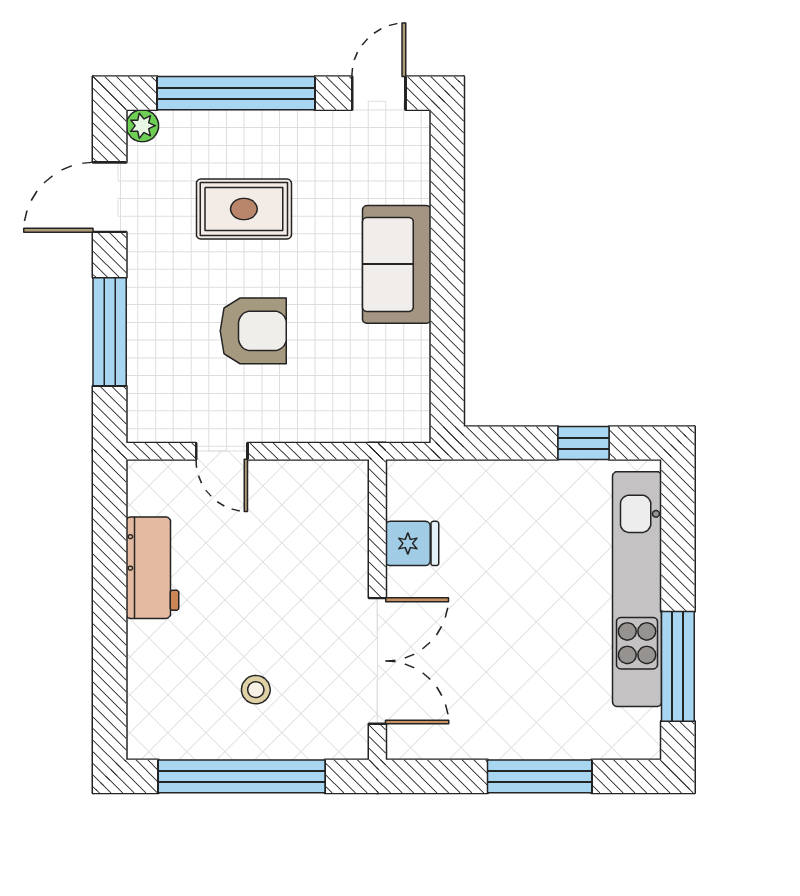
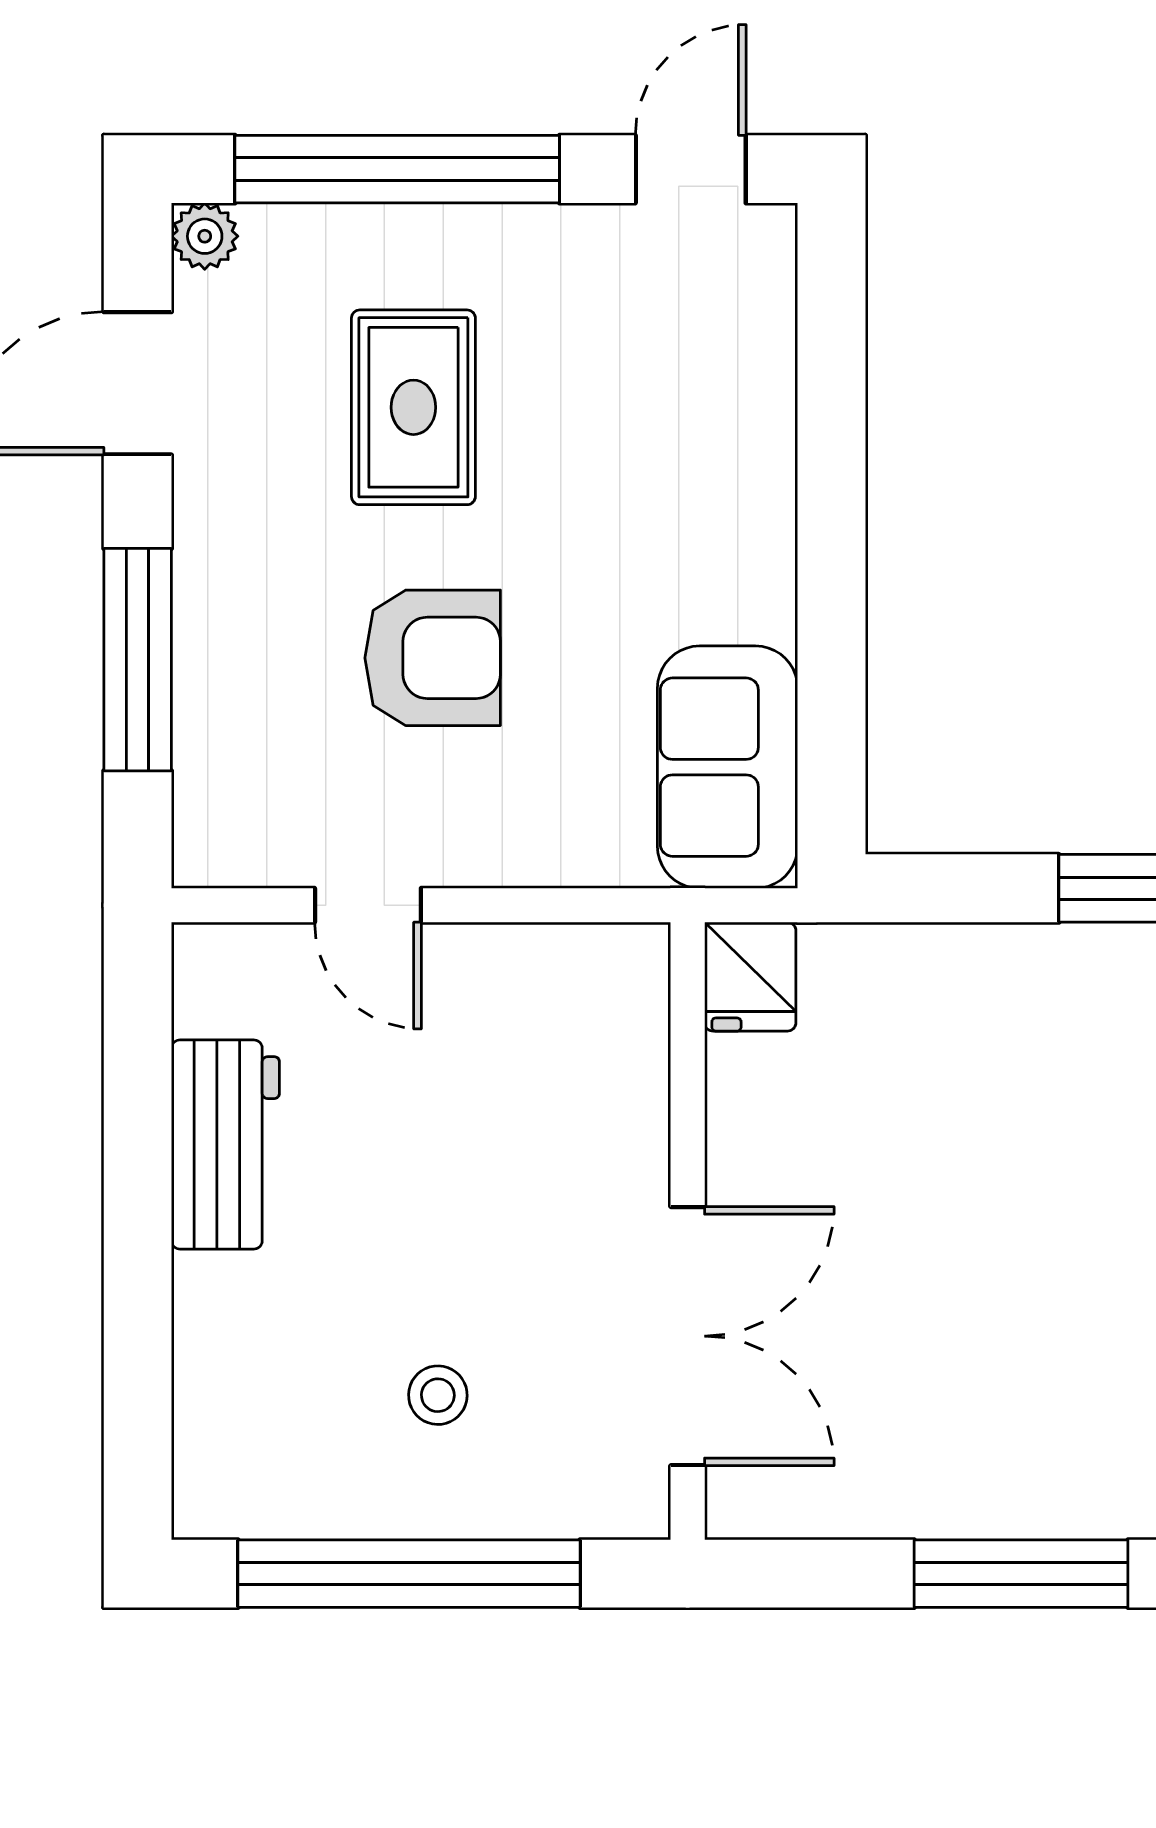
rug: (244, 209) -> (413, 407), turned 90
sofa: (397, 264) -> (728, 767), moved
fridge: (412, 543) -> (750, 977), moved, turned 90

